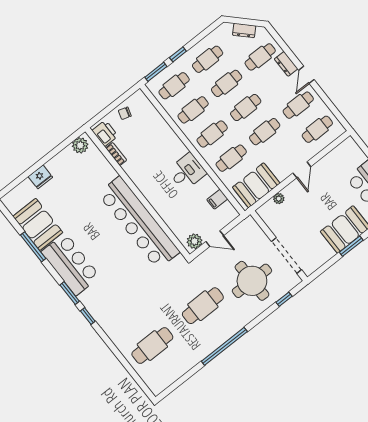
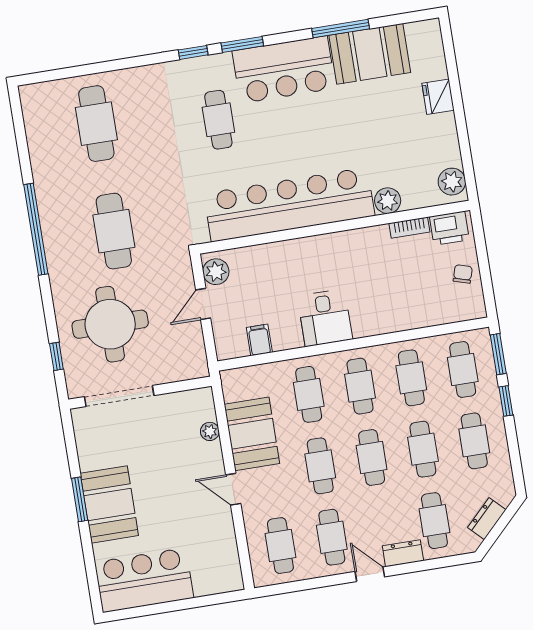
plant: (108, 173) -> (388, 201), added
booth: (256, 185) -> (252, 434), moved
cafe table: (115, 284) -> (218, 120), added

